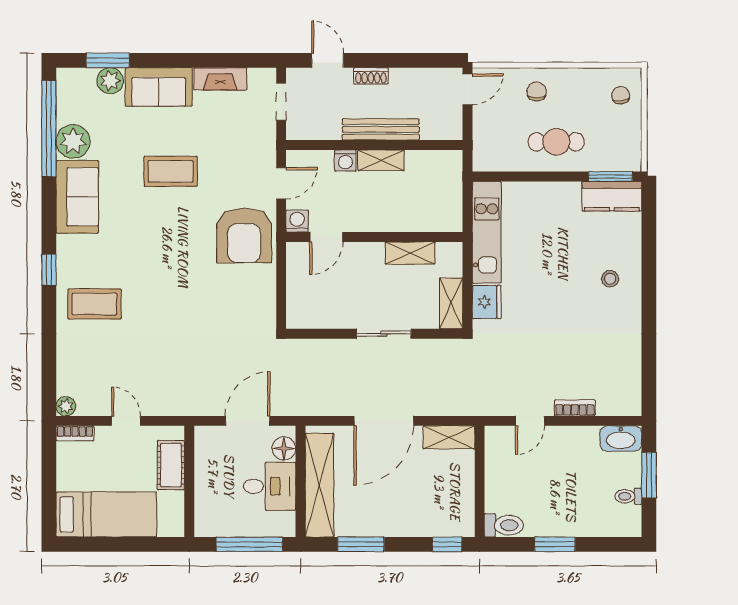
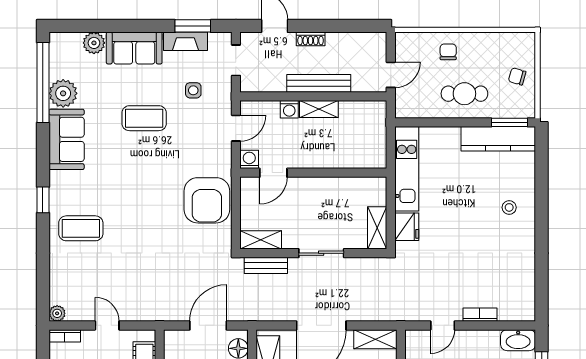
window: (108, 60) -> (193, 26), moved
door: (467, 89) -> (391, 75), moved
chair: (621, 95) -> (517, 76), moved, turned -67
side table: (230, 138) -> (193, 90), added
kitchen counter: (612, 196) -> (498, 139), width x1.50
armchair: (244, 235) -> (207, 200), moved
shelving: (410, 253) -> (261, 240), moved
bench: (317, 348) -> (266, 265), added

